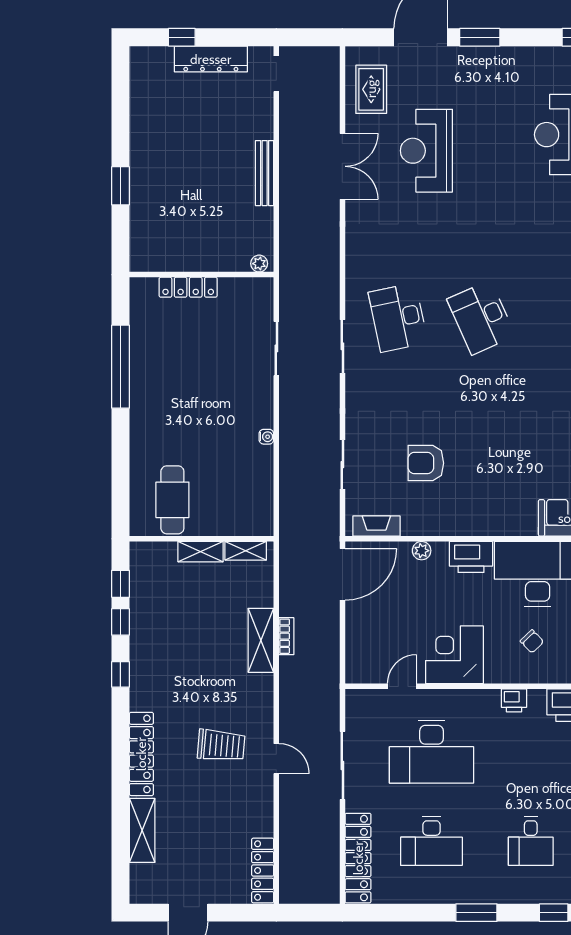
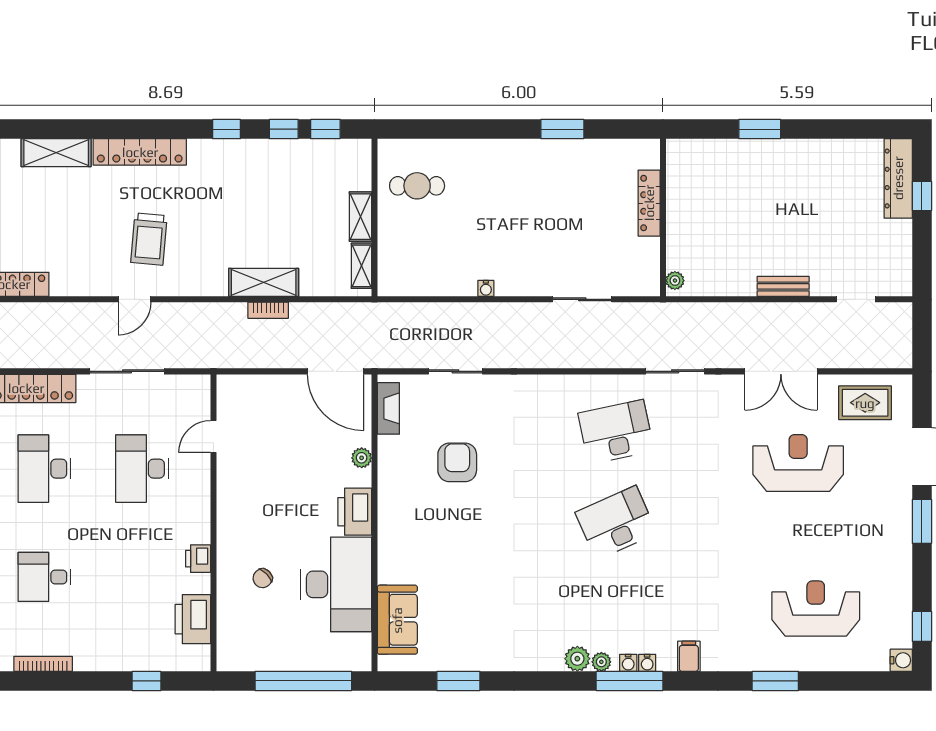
dresser: (211, 59) -> (898, 178), moved
doorway: (276, 74) -> (856, 299), moved
bench: (265, 173) -> (783, 286), width x0.73
sliding door: (342, 346) -> (675, 371), moved
window: (120, 367) -> (562, 129), width x0.47
cafe table: (172, 500) -> (417, 186), width x0.73, depth x0.74
corner desk: (454, 655) -> (248, 494), removed
door: (402, 686) -> (213, 436), swing flipped
desk: (432, 752) -> (142, 469), width x0.73, depth x0.77

